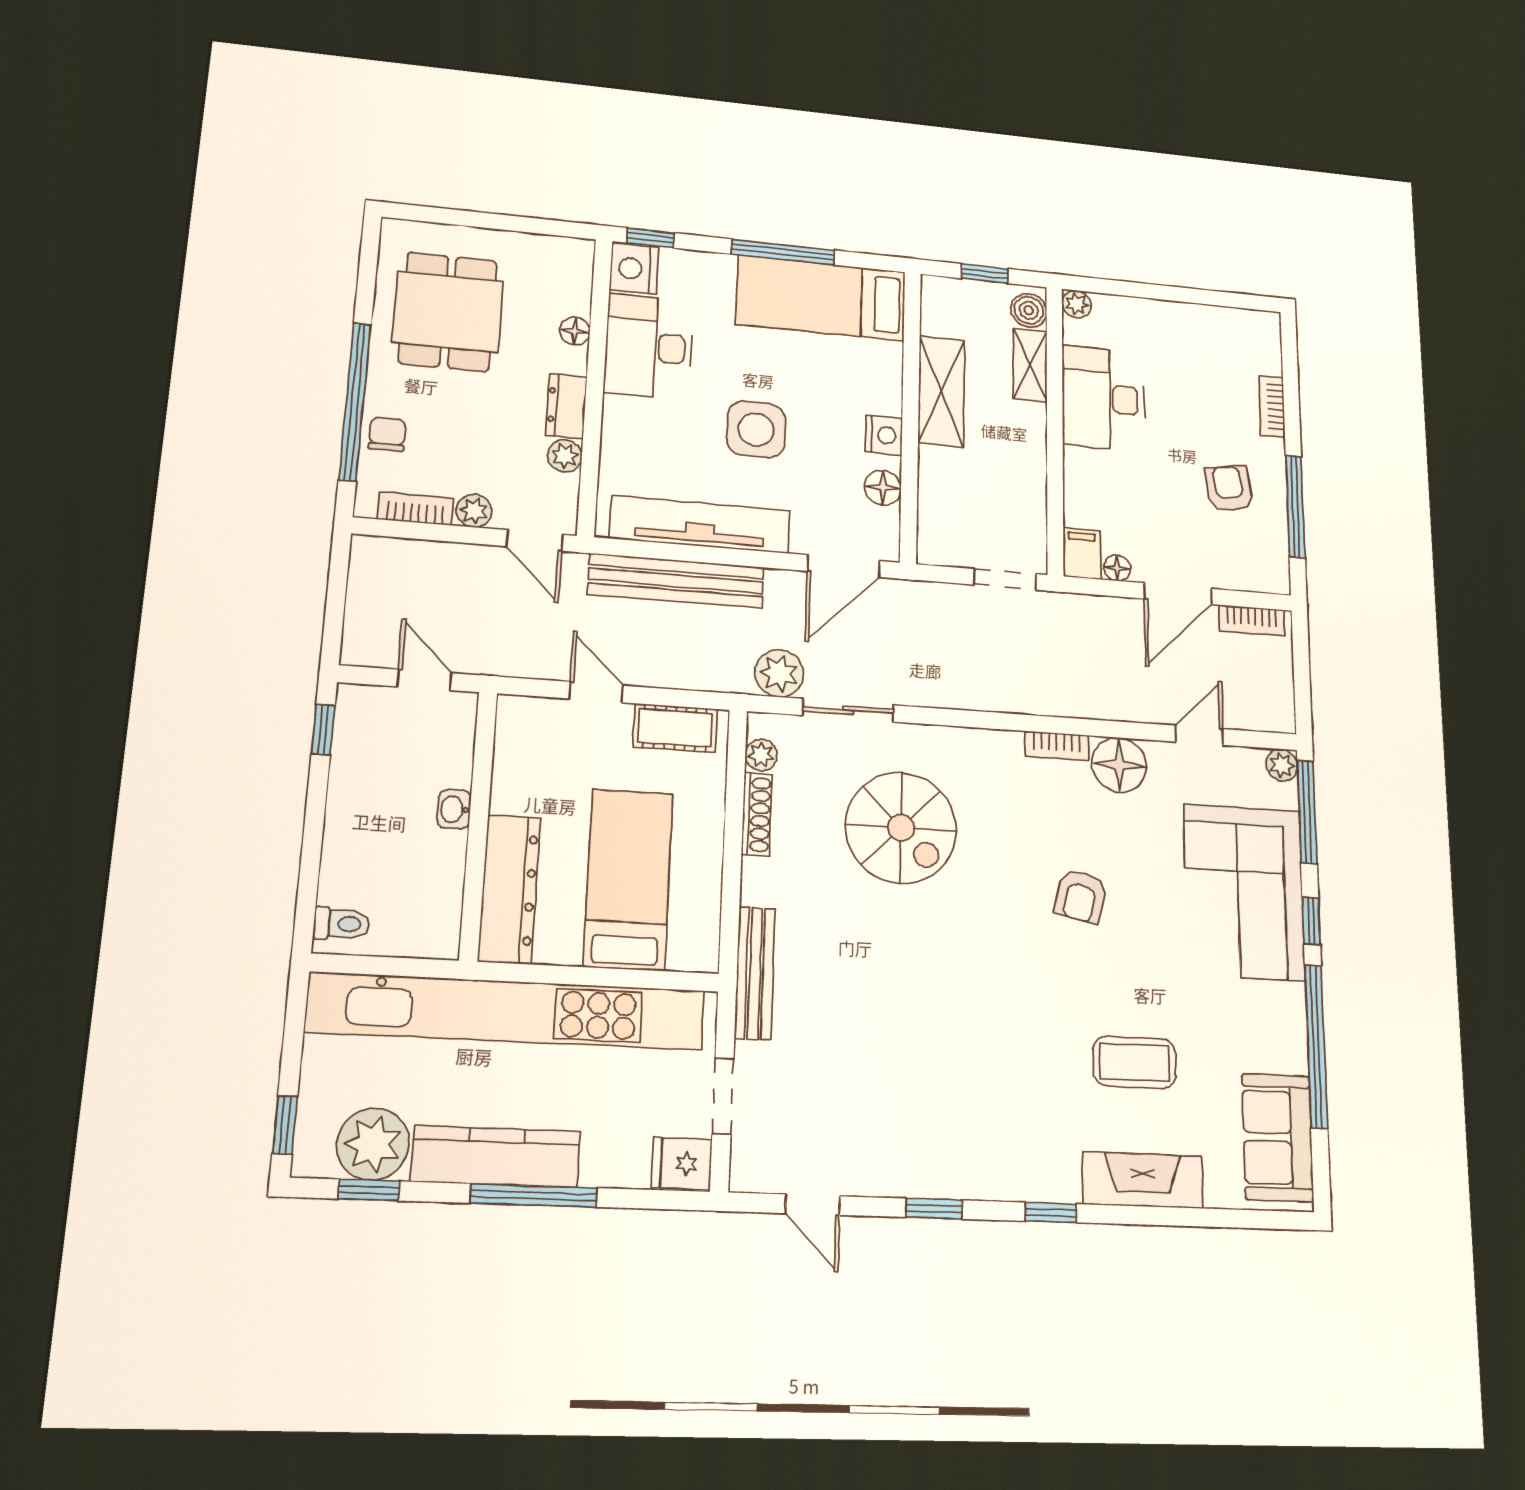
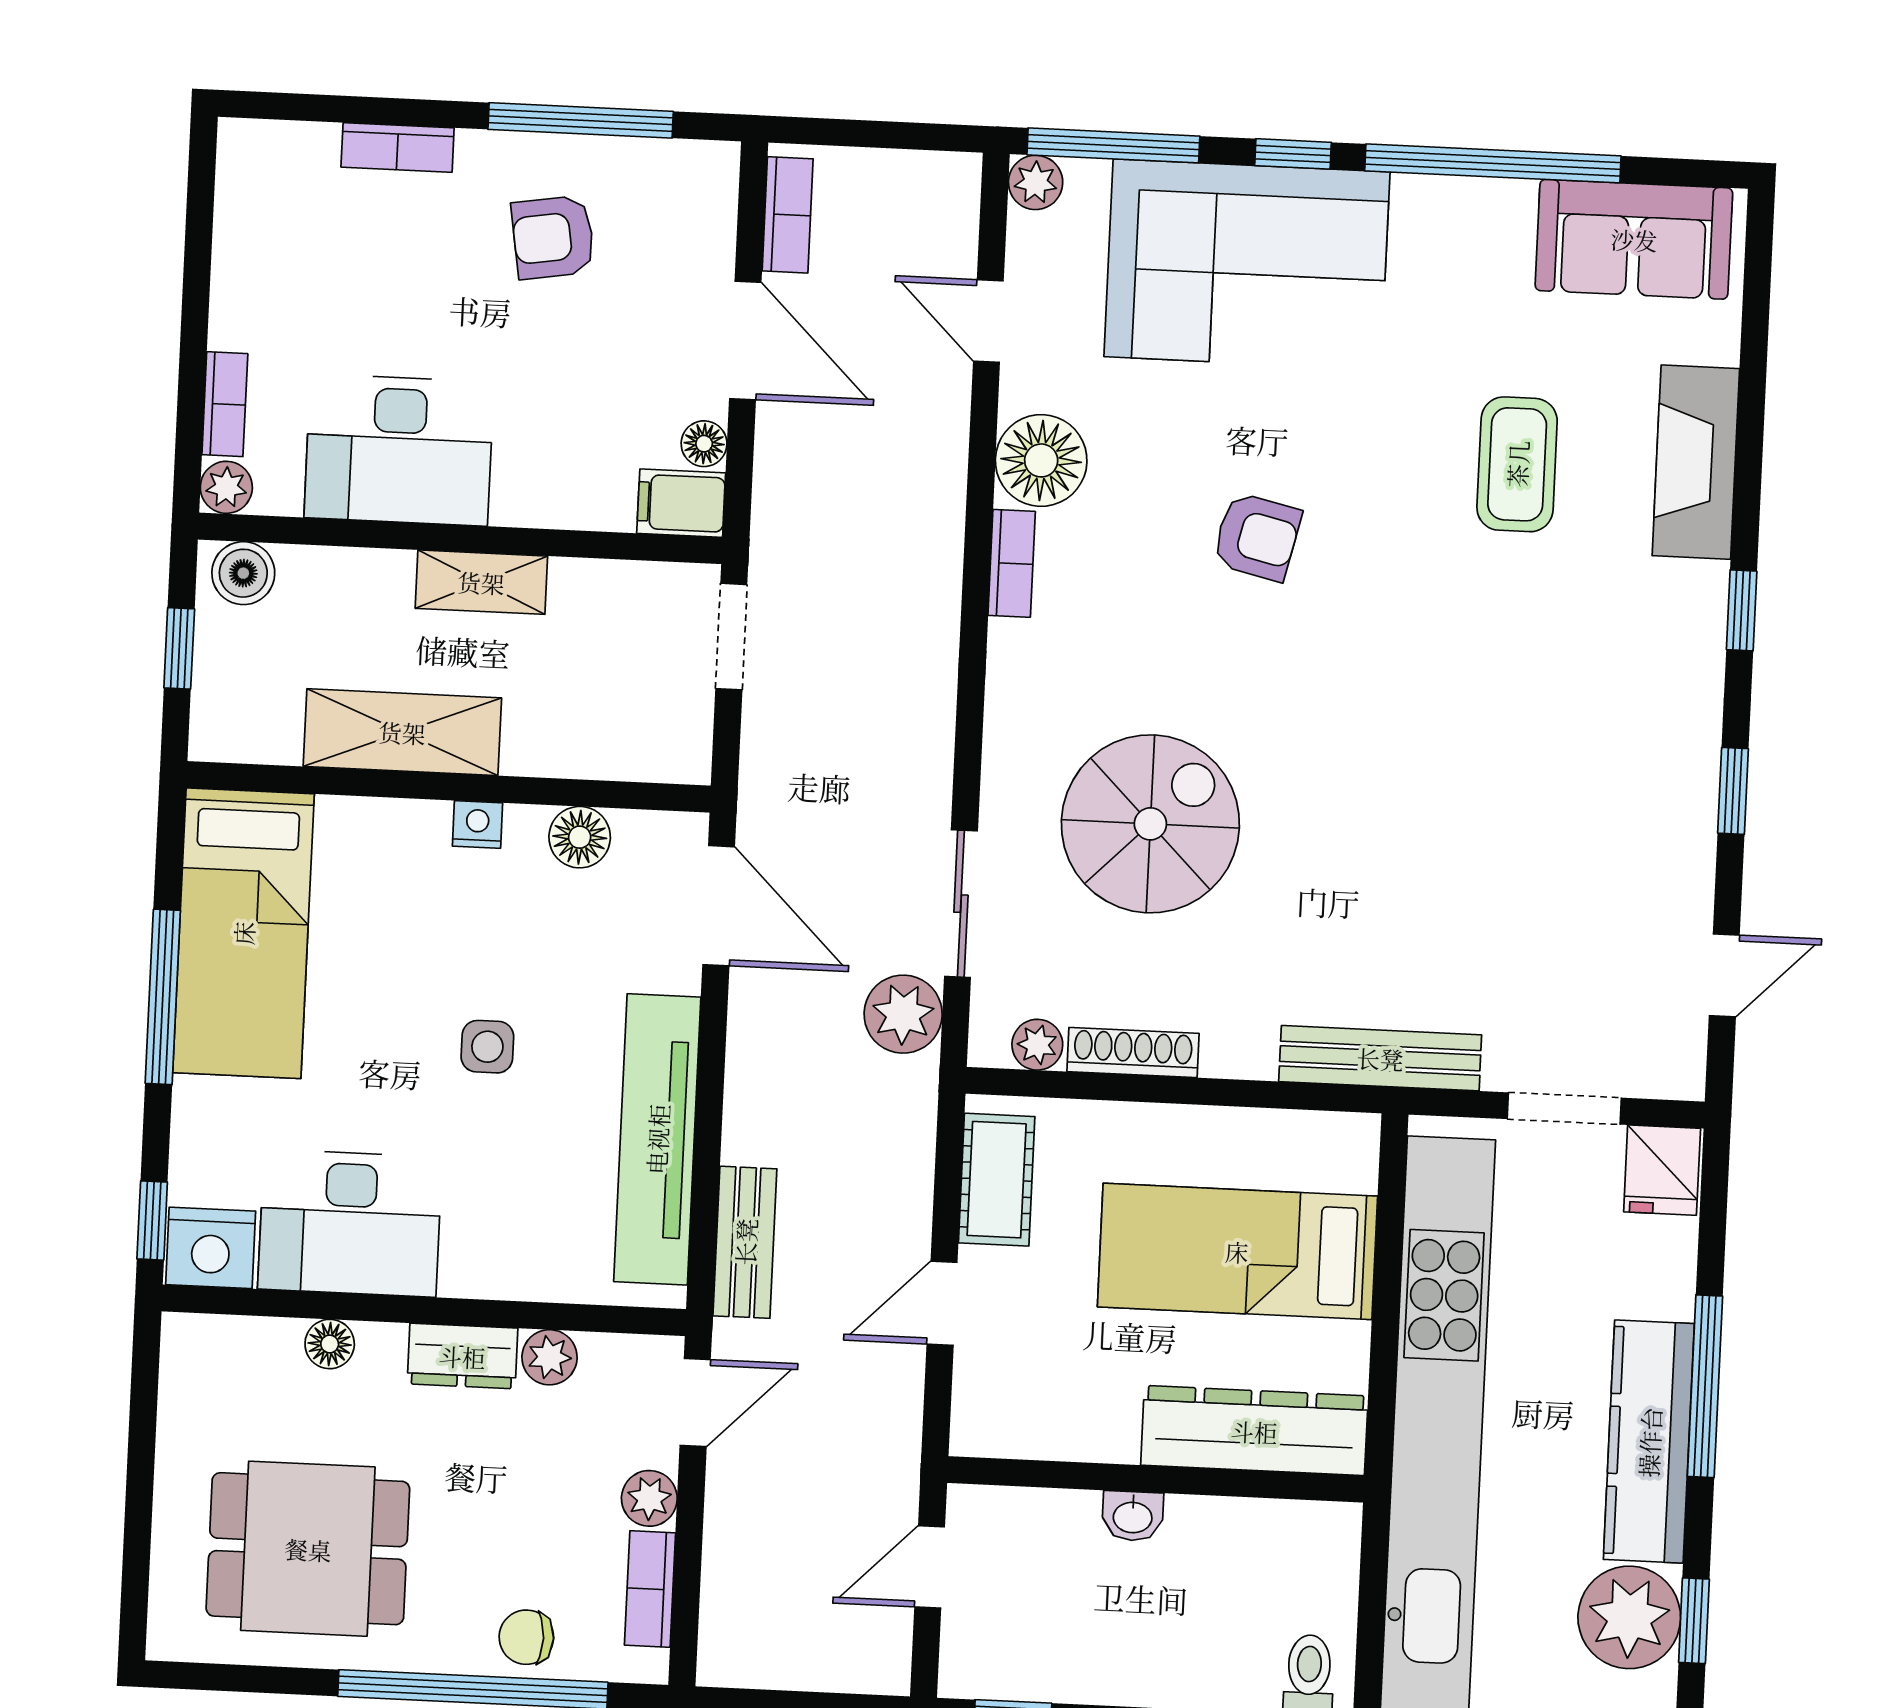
bookcase: (1123, 306) -> (225, 404), added
shelving: (1030, 365) -> (481, 582), moved
side table: (756, 429) -> (487, 1047), width x0.54, depth x0.54
nightstand: (884, 435) -> (478, 824), width x0.72, depth x0.74
bench: (676, 581) -> (745, 1242), width x0.54, depth x0.82

